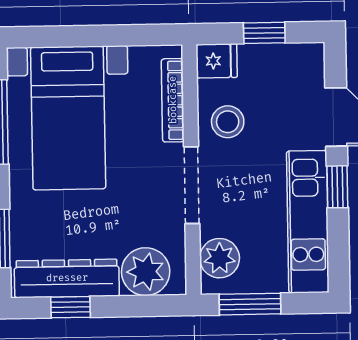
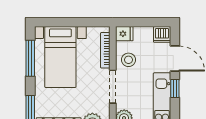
window: (264, 33) -> (145, 22), removed
dishwasher: (305, 61) -> (162, 34), added

